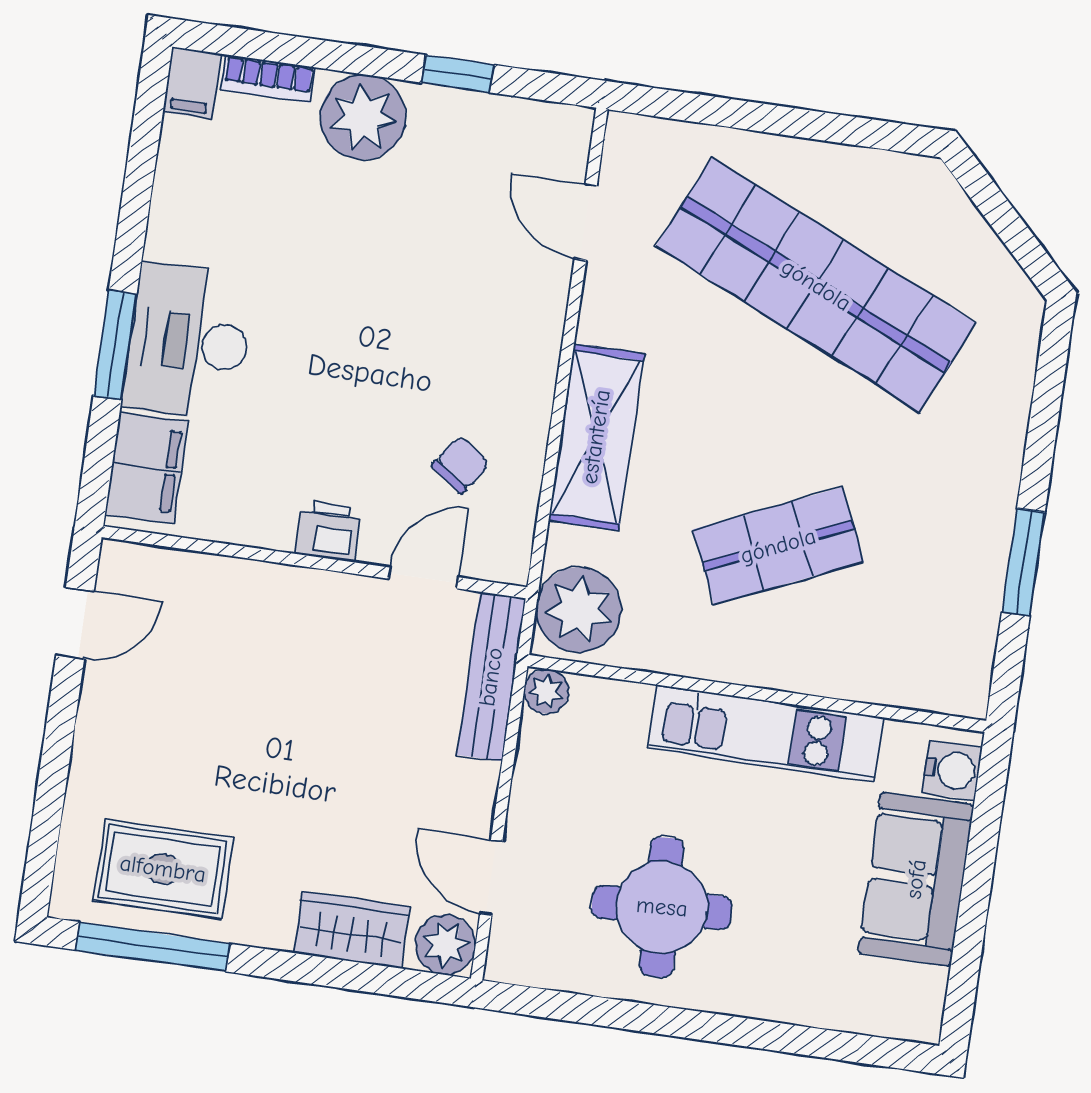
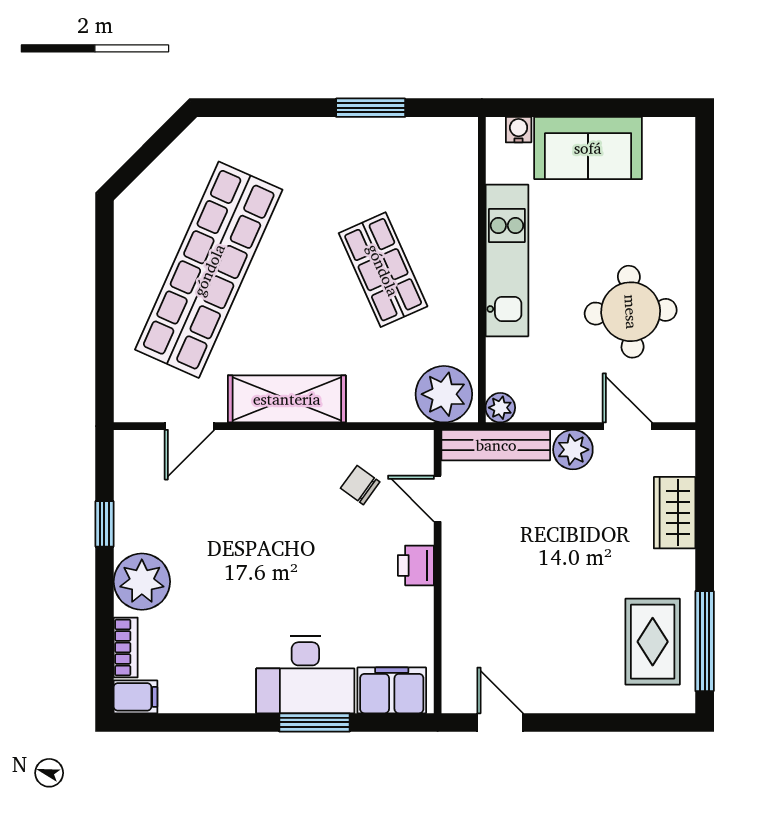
shelving: (596, 437) -> (287, 399), moved
water cooler: (952, 770) -> (519, 130), width x0.72, depth x0.72
door: (491, 877) -> (627, 426), swing flipped
plant: (446, 945) -> (573, 450), moved

